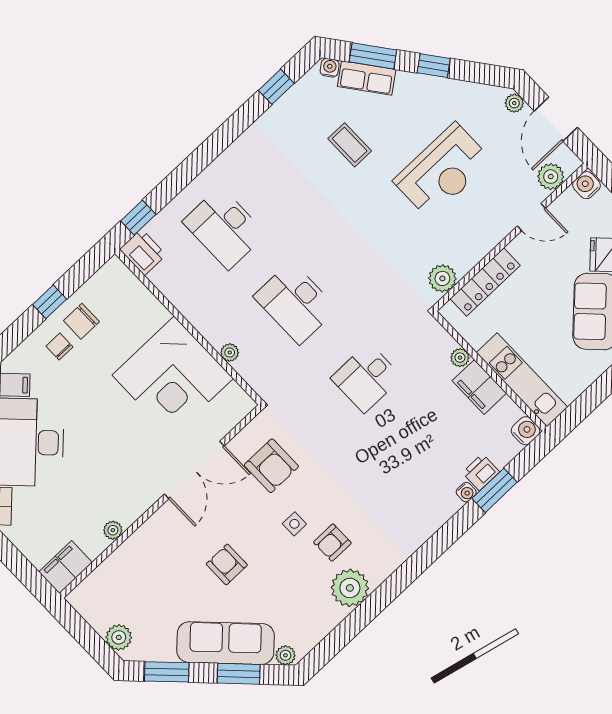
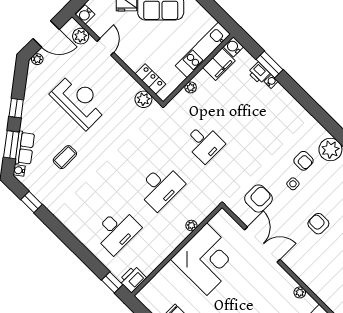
locker: (485, 282) -> (150, 79), width x0.66
filing cabinet: (479, 387) -> (219, 64), moved
armchair: (227, 564) -> (318, 224), turned 90

